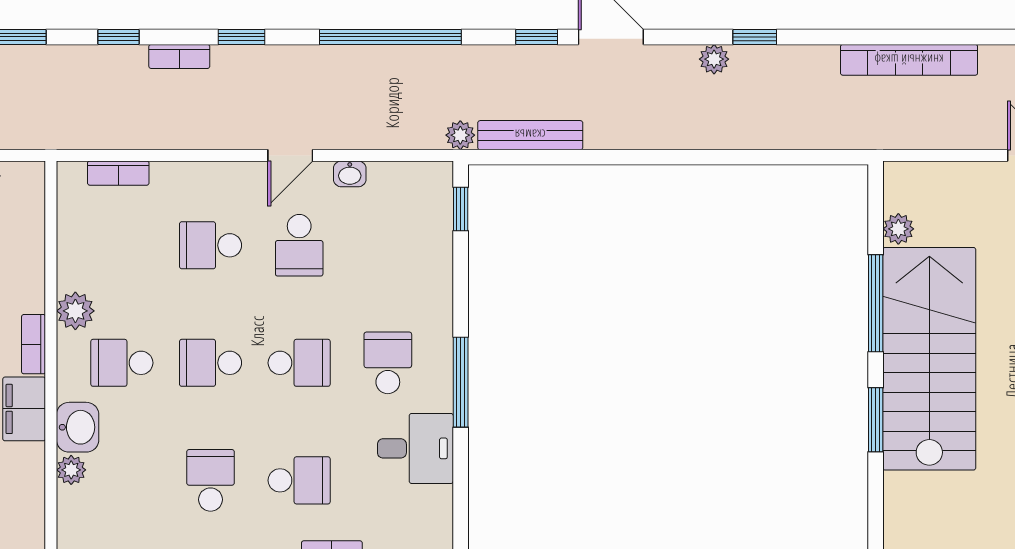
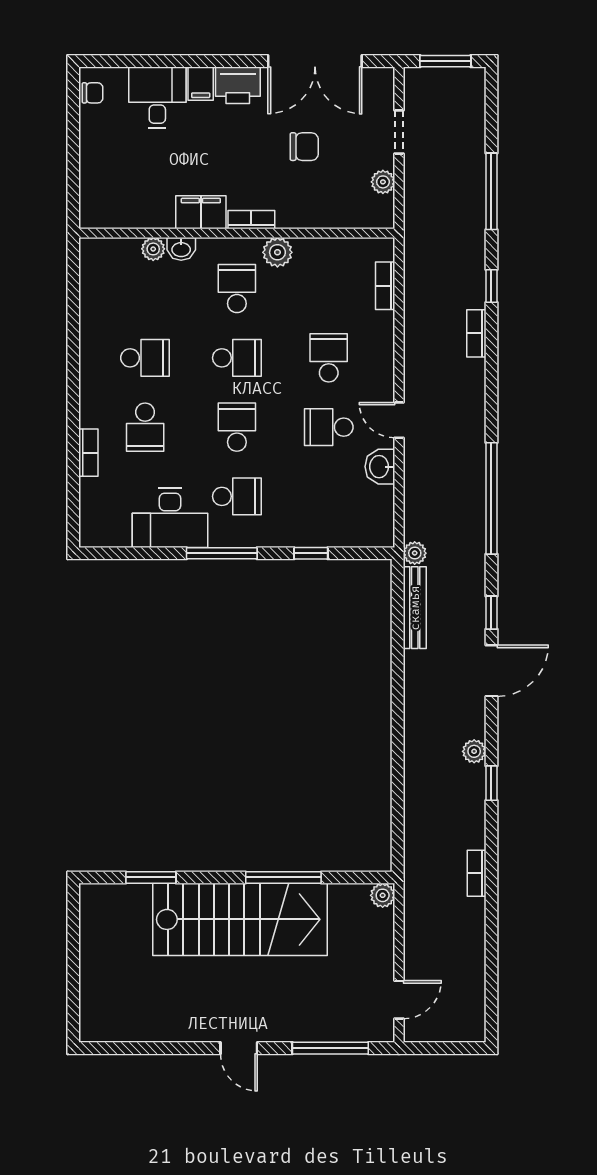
window: (242, 37) -> (491, 382), removed
bookcase: (909, 60) -> (477, 873), width x0.43, depth x0.76
washbasin: (350, 174) -> (380, 467), width x1.38, depth x1.45
window: (461, 209) -> (311, 553), moved
plant: (898, 229) -> (383, 895), moved
school desk: (211, 363) -> (237, 358), turned 90
school desk: (299, 363) -> (237, 427), turned 180
window: (876, 420) -> (151, 877), moved
washbasin: (78, 427) -> (181, 249), width x0.72, depth x0.69
desk: (415, 448) -> (170, 518), width x1.37

